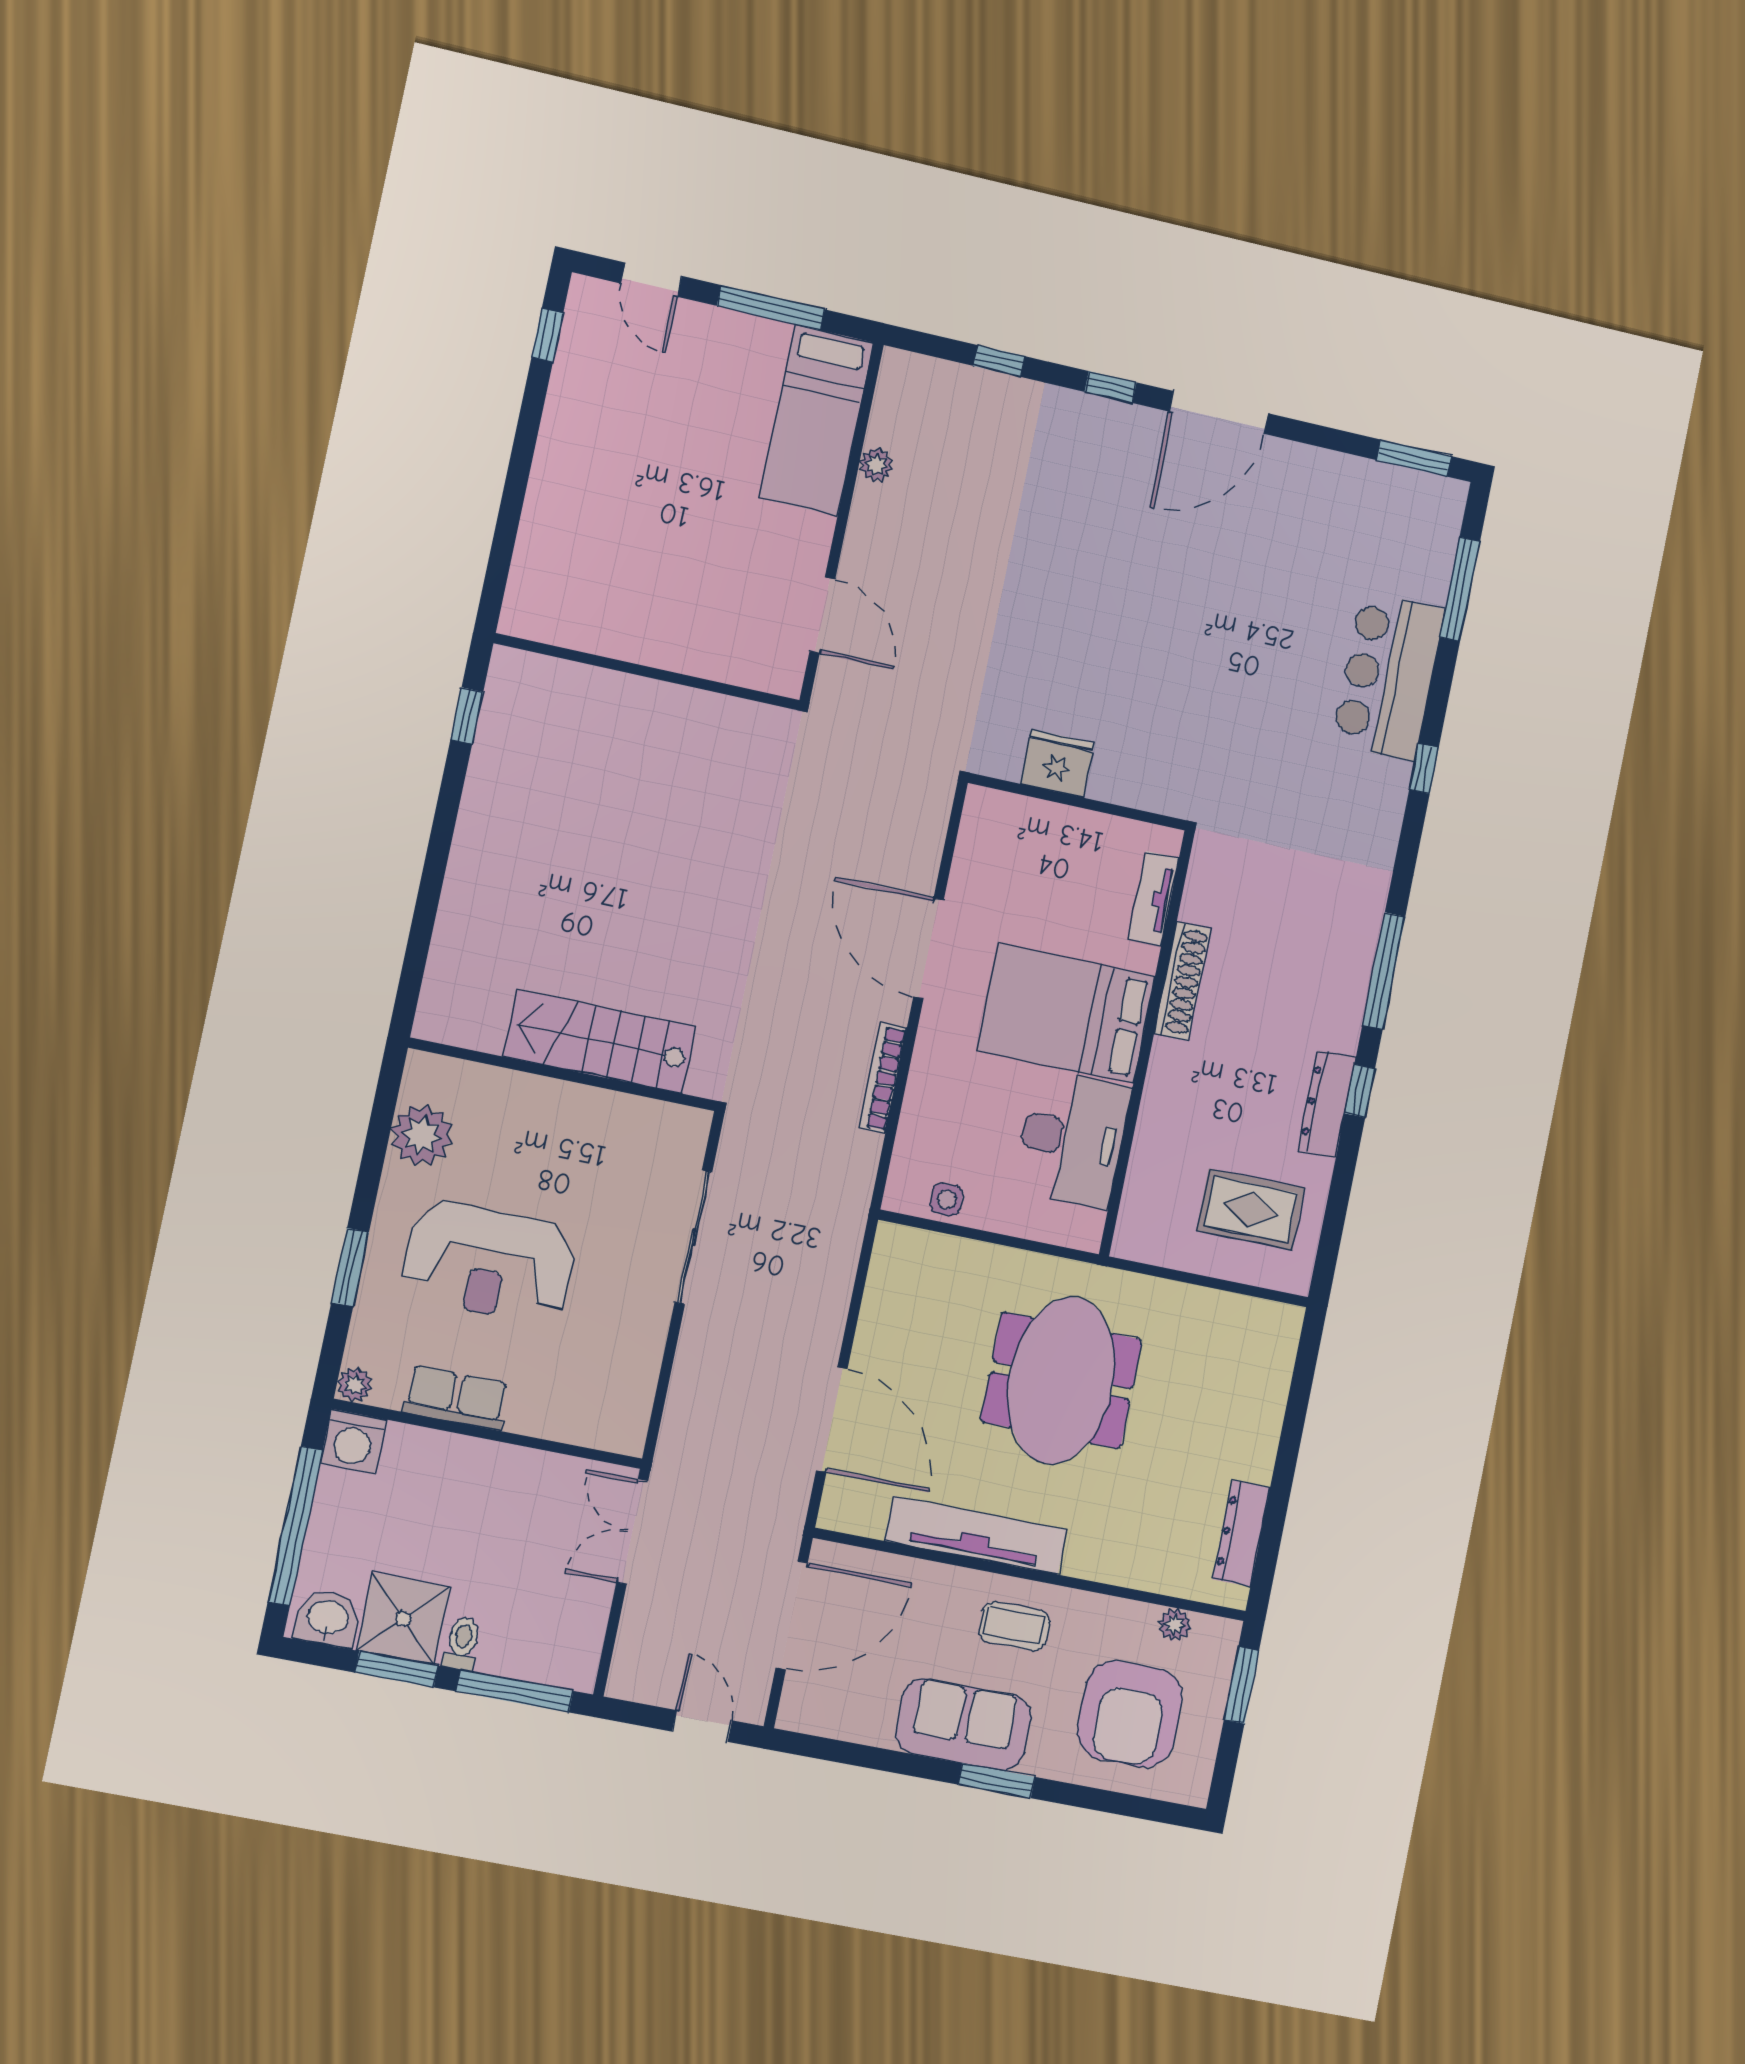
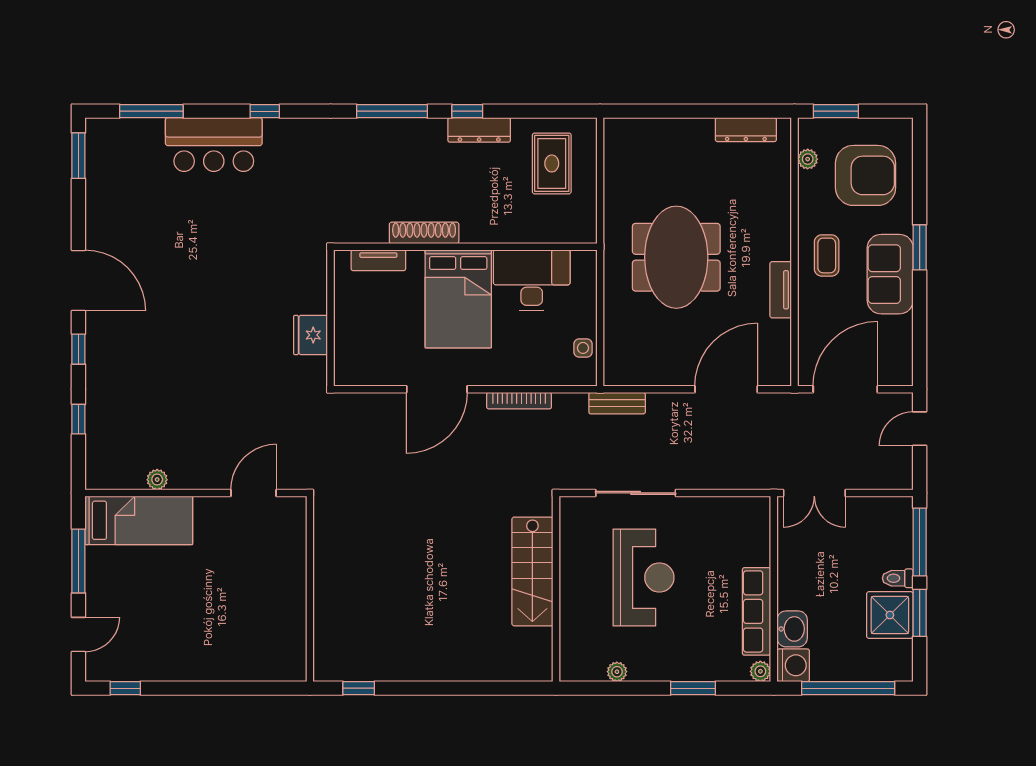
plant: (422, 1135) -> (617, 672), width x0.53, depth x0.53
bench: (846, 1237) -> (617, 403), added
reception desk: (489, 1262) -> (644, 578), moved
meeting table: (1061, 1380) -> (676, 257), turned 90
row of seats: (456, 1398) -> (756, 611), width x1.48
tv unit: (976, 1535) -> (781, 290), width x0.52, depth x0.78
door: (792, 1615) -> (845, 389), hinge flipped
washbasin: (328, 1619) -> (792, 629), moved, turned 180

